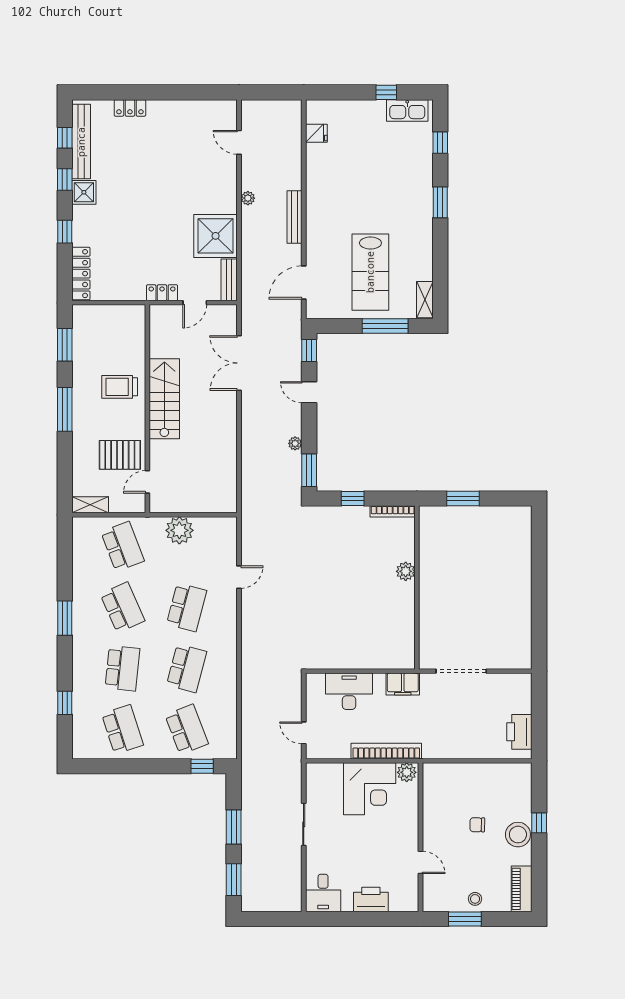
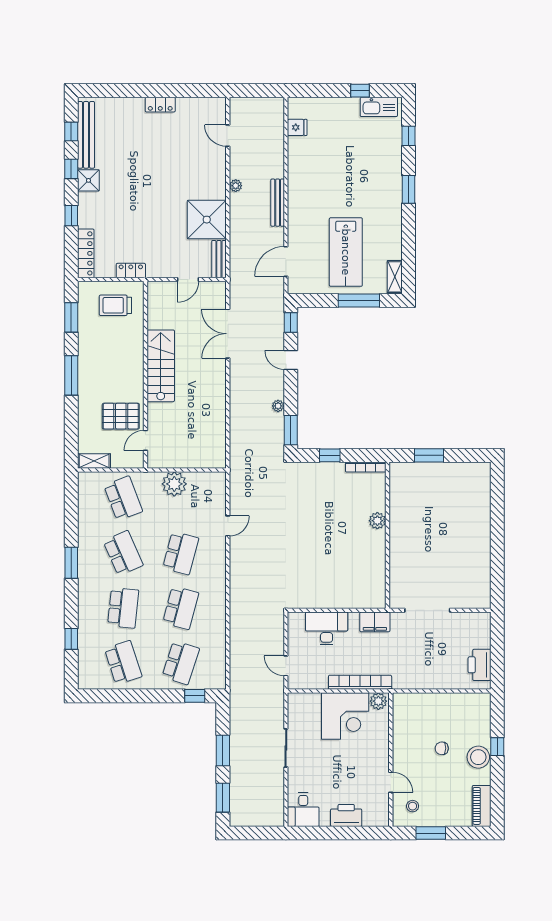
locker: (130, 108) -> (160, 105), moved
locker: (162, 293) -> (131, 271), moved
trolley: (120, 387) -> (115, 305), moved
school desk: (187, 729) -> (181, 663), turned 39
stool: (475, 899) -> (413, 806), moved

